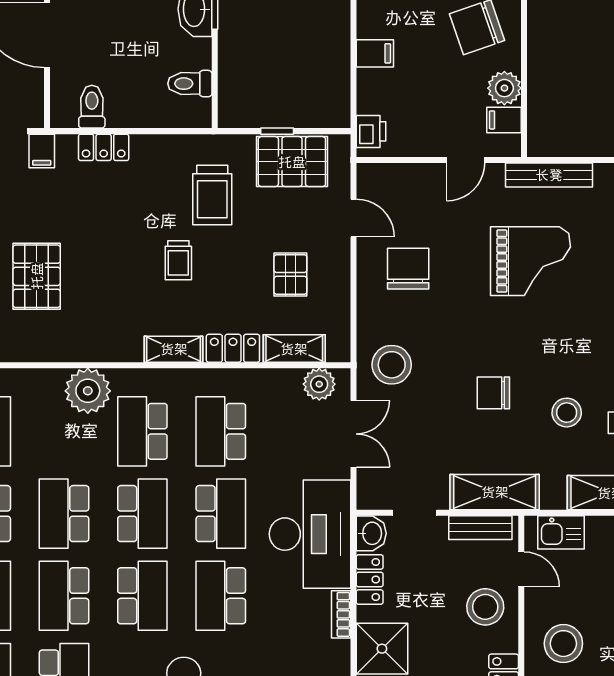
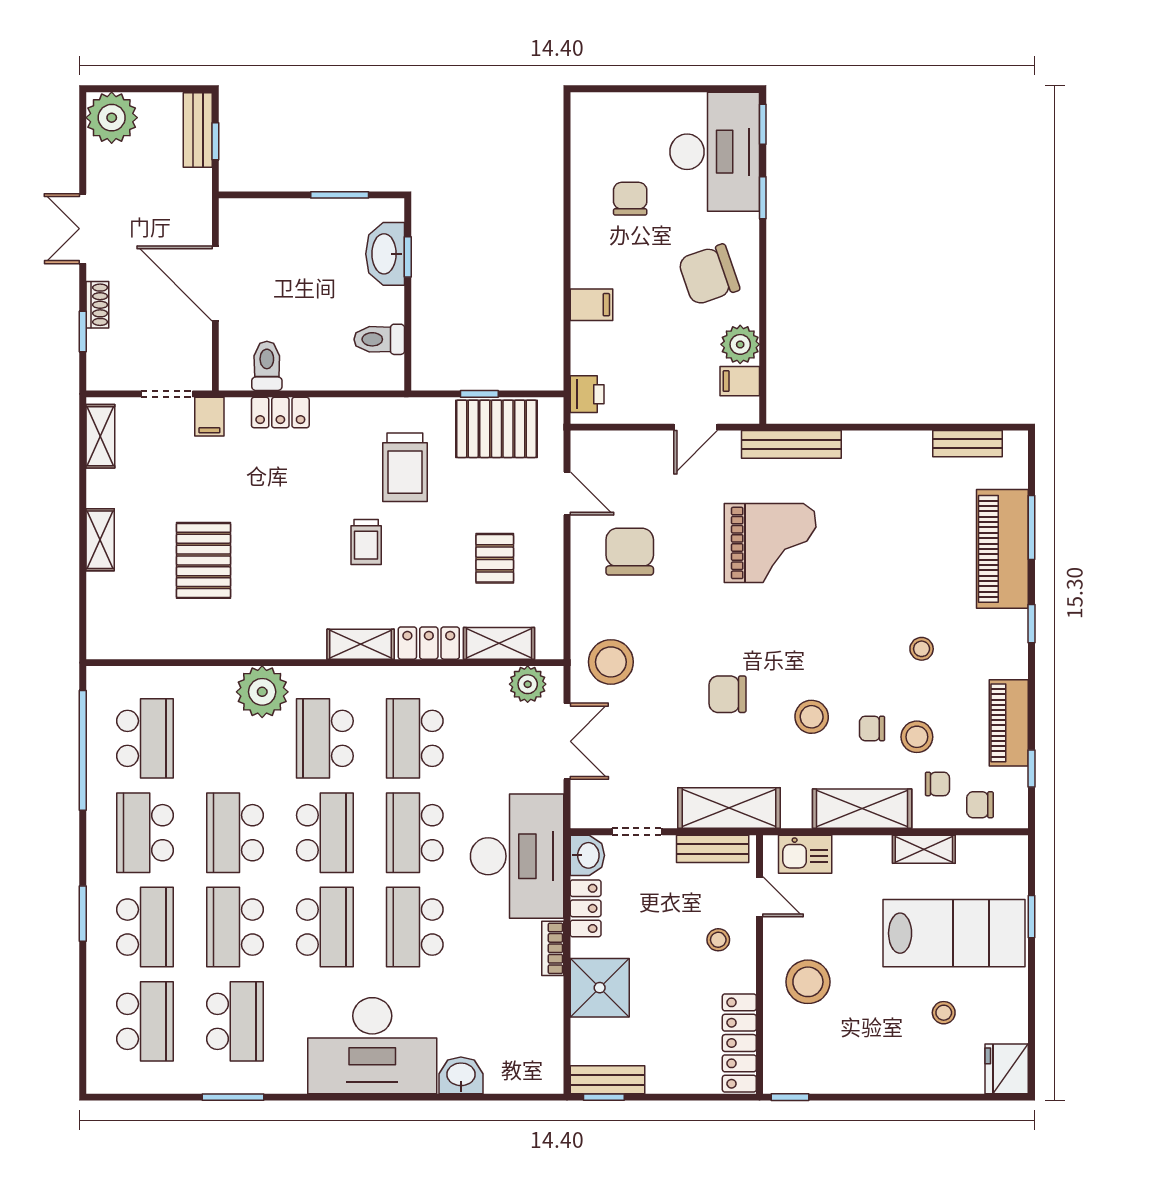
school desk: (221, 514) -> (415, 833), turned 180
stool: (485, 607) -> (718, 940), width x0.53, depth x0.53

